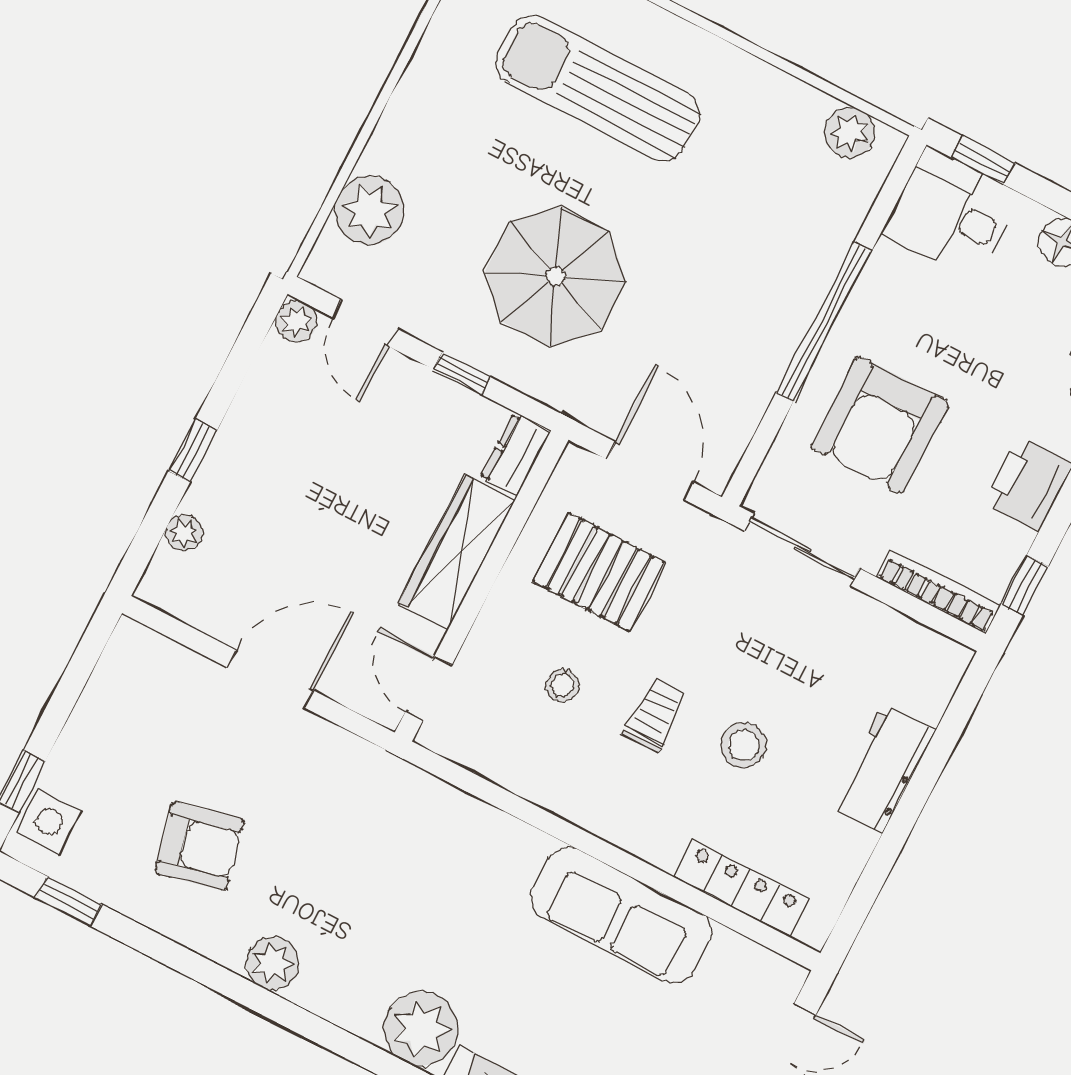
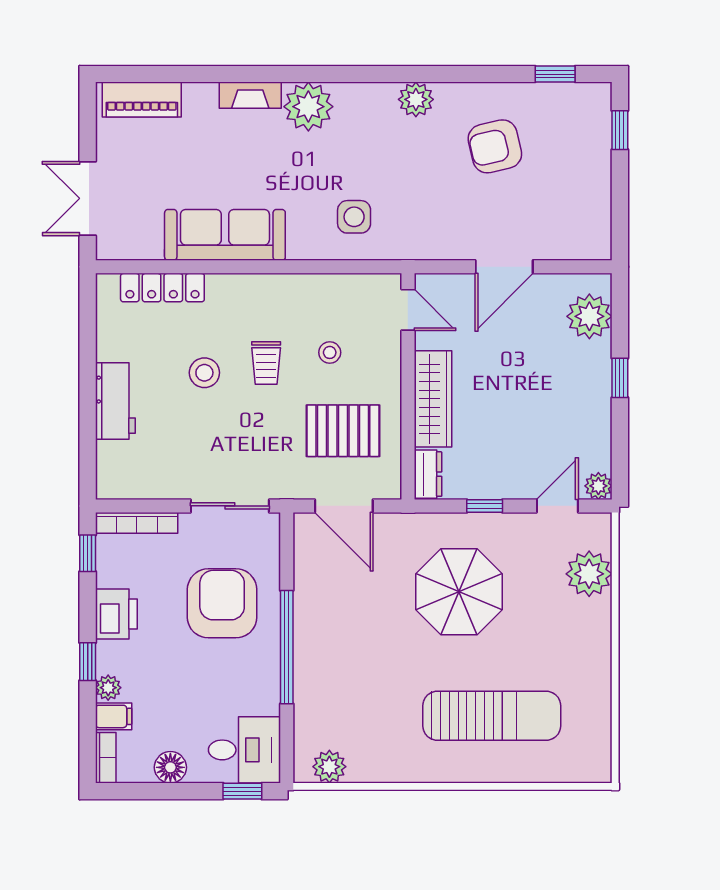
door: (365, 323) -> (557, 506), hinge flipped
plant: (184, 533) -> (589, 316), width x1.88, depth x1.88
side table: (49, 822) -> (354, 217), moved

